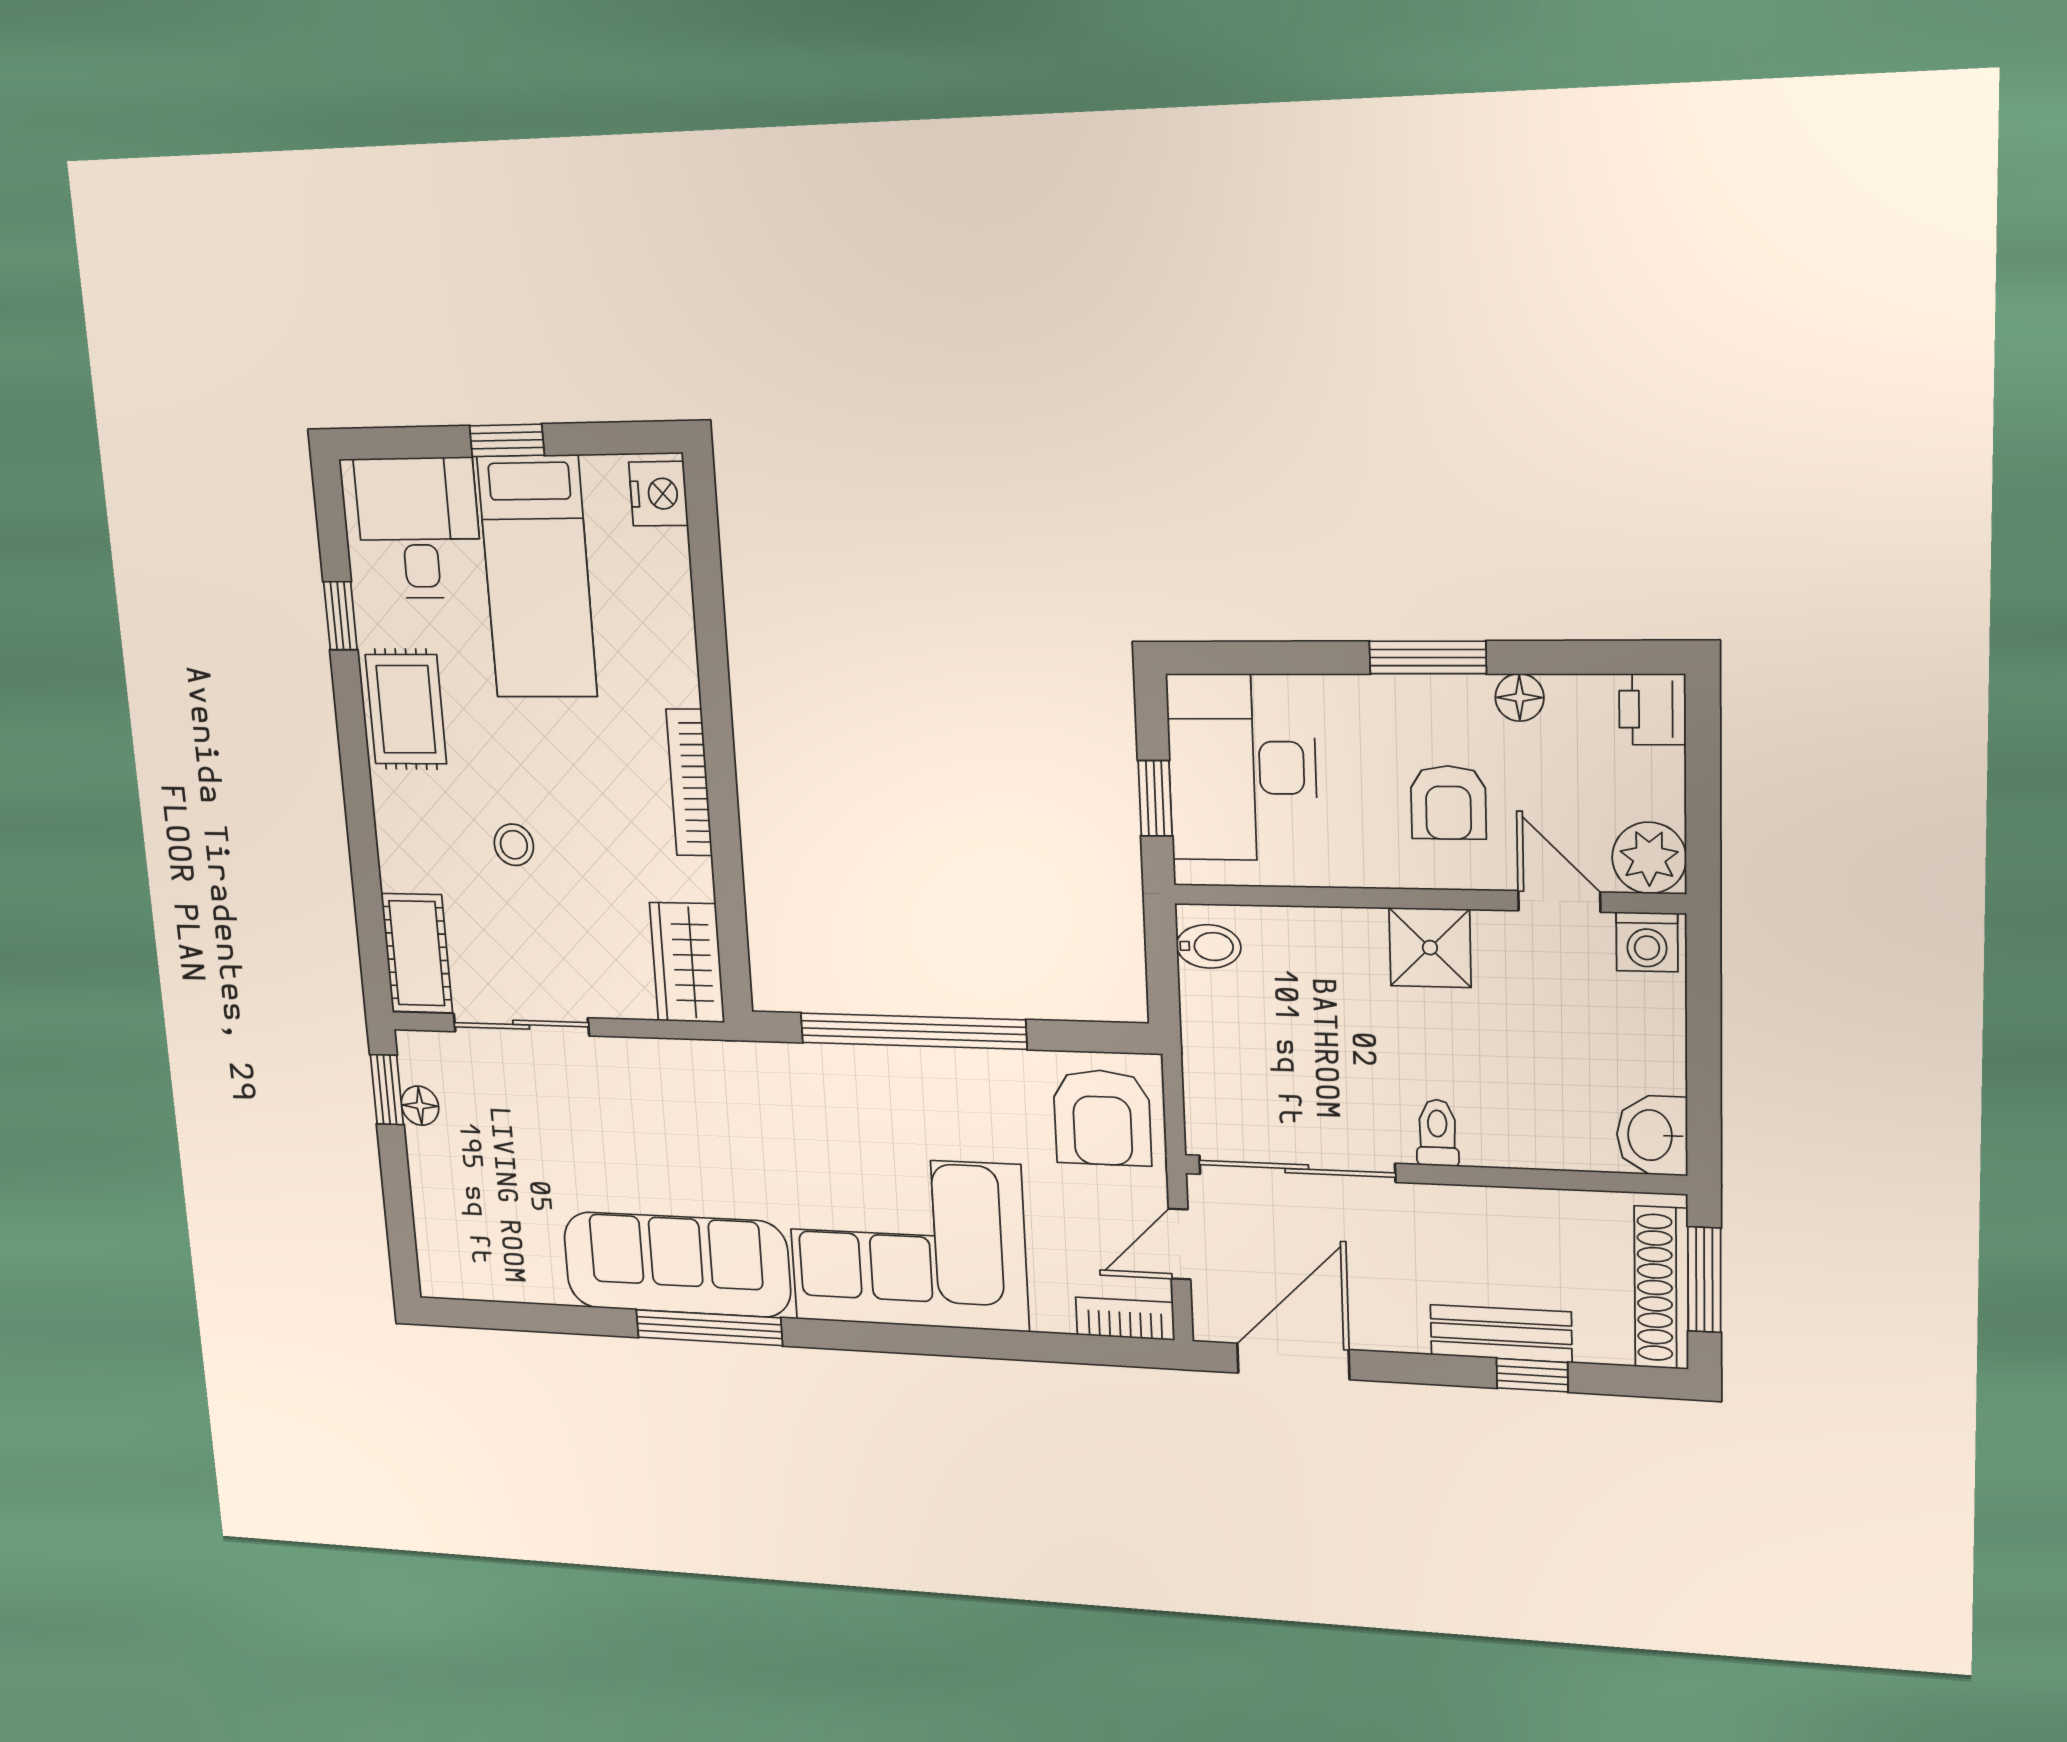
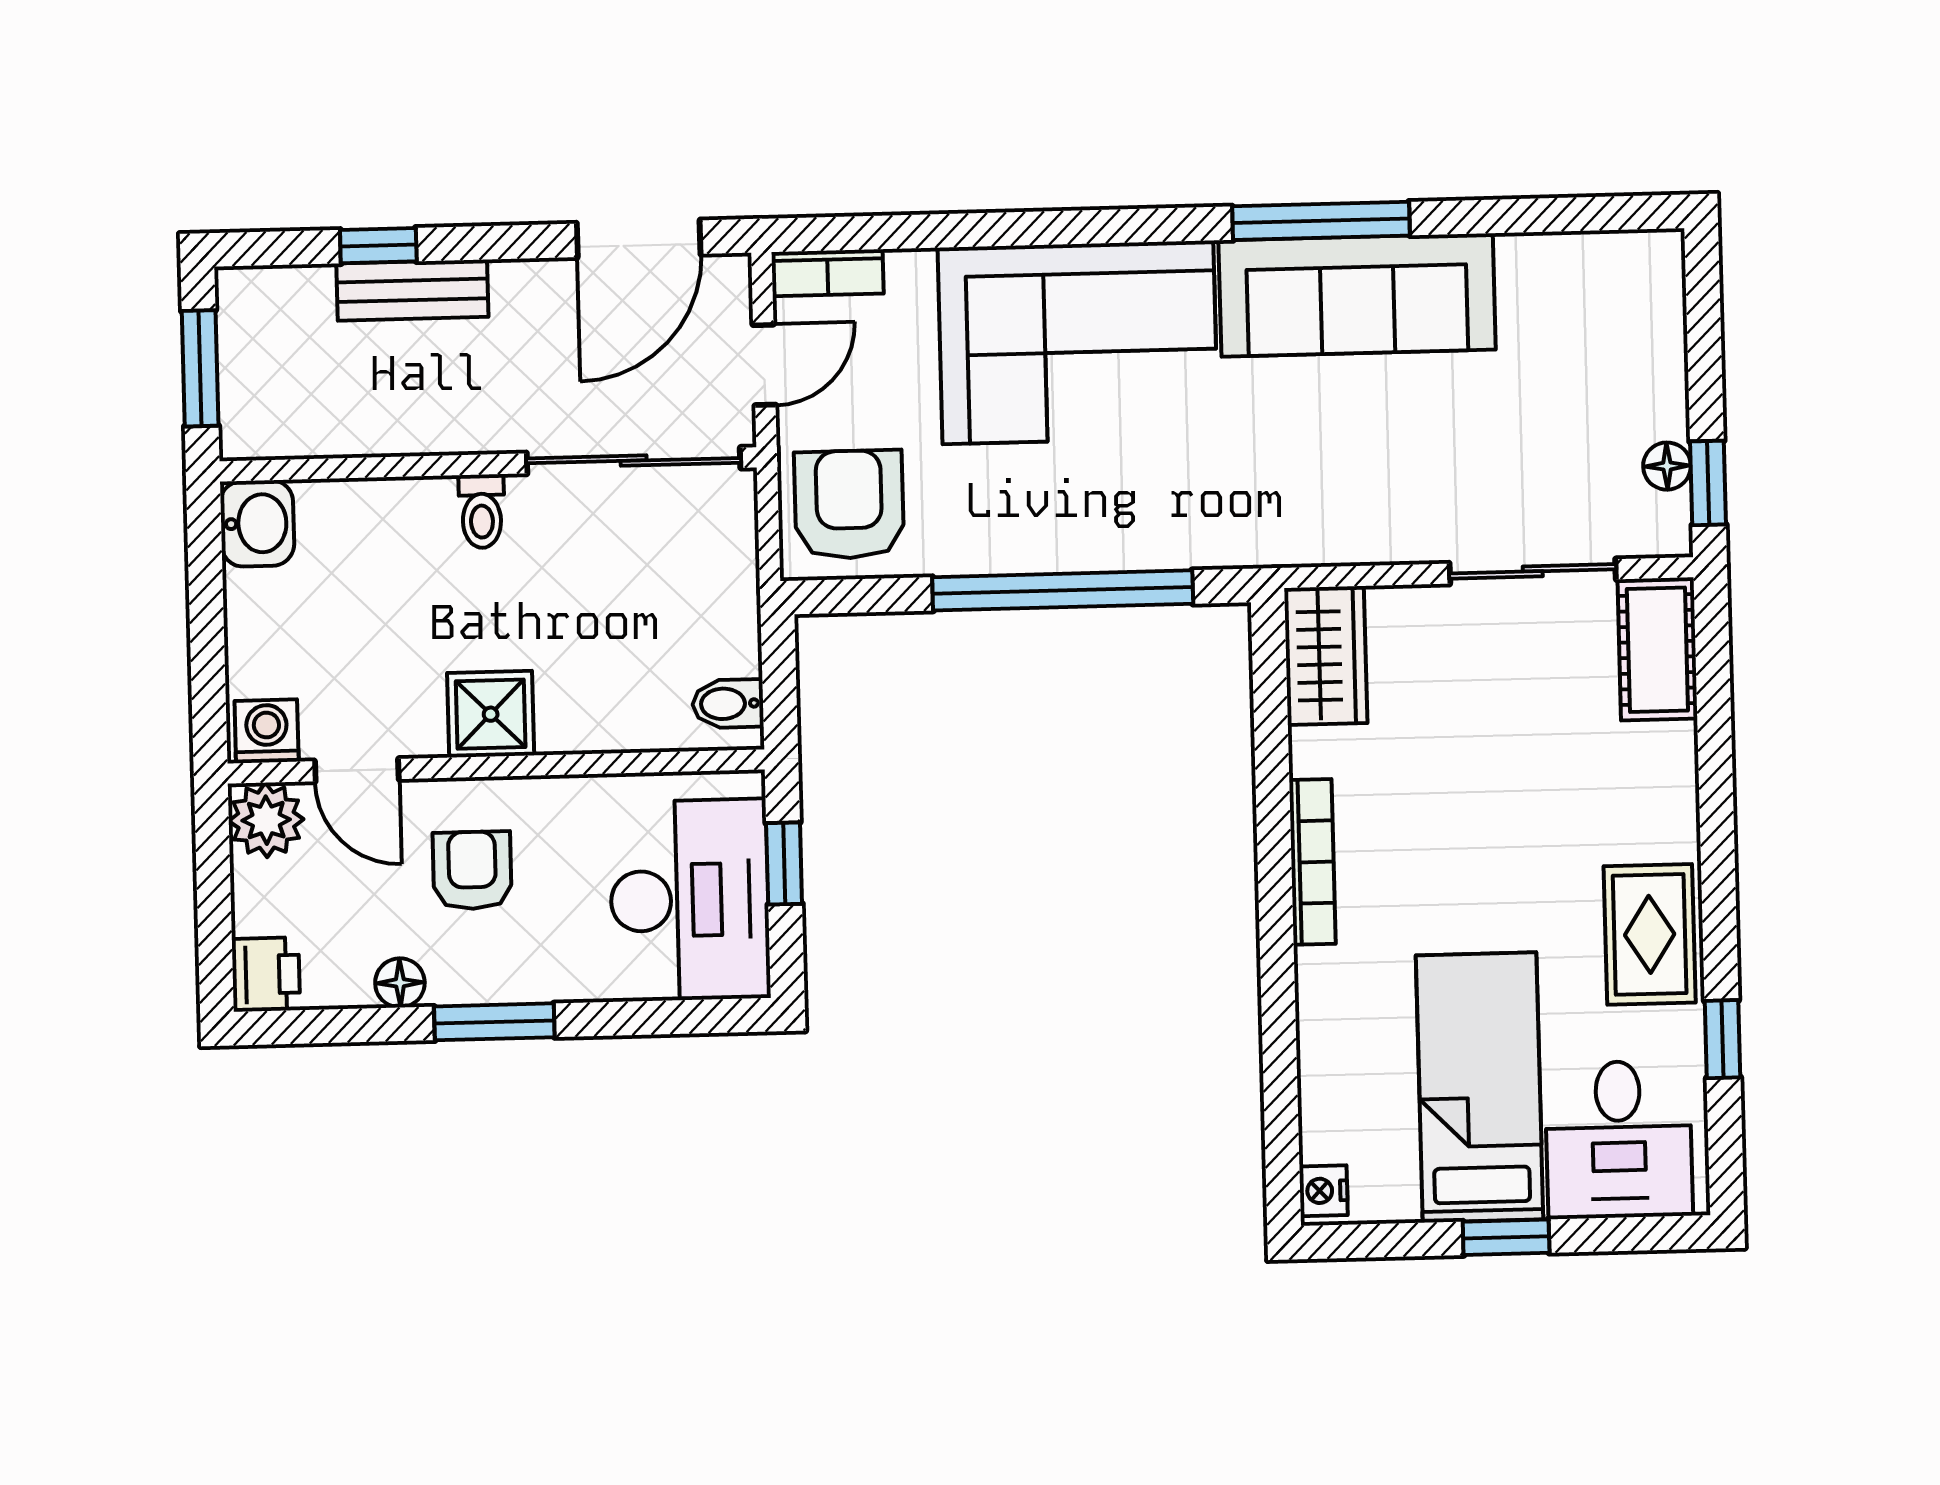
nightstand: (658, 494) -> (1323, 1191), width x0.72, depth x0.74
stool: (514, 845) -> (1528, 783), removed
shoe rack: (1661, 1288) -> (244, 356), removed

